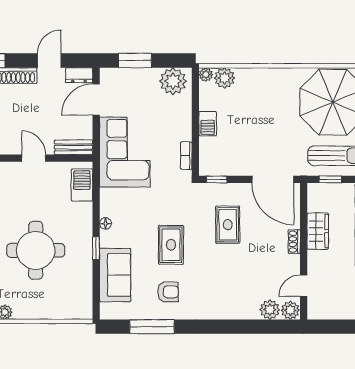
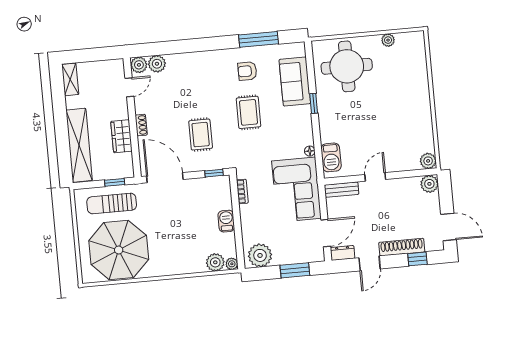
door: (34, 158) -> (375, 177), swing flipped
floor lamp: (105, 224) -> (310, 151), moved
round table: (36, 250) -> (347, 66), moved

